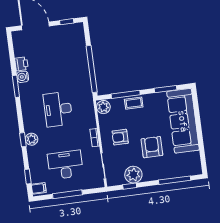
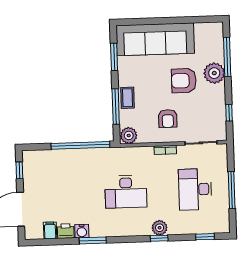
plant: (133, 175) -> (214, 73), moved
filing cabinet: (39, 188) -> (50, 230), moved

